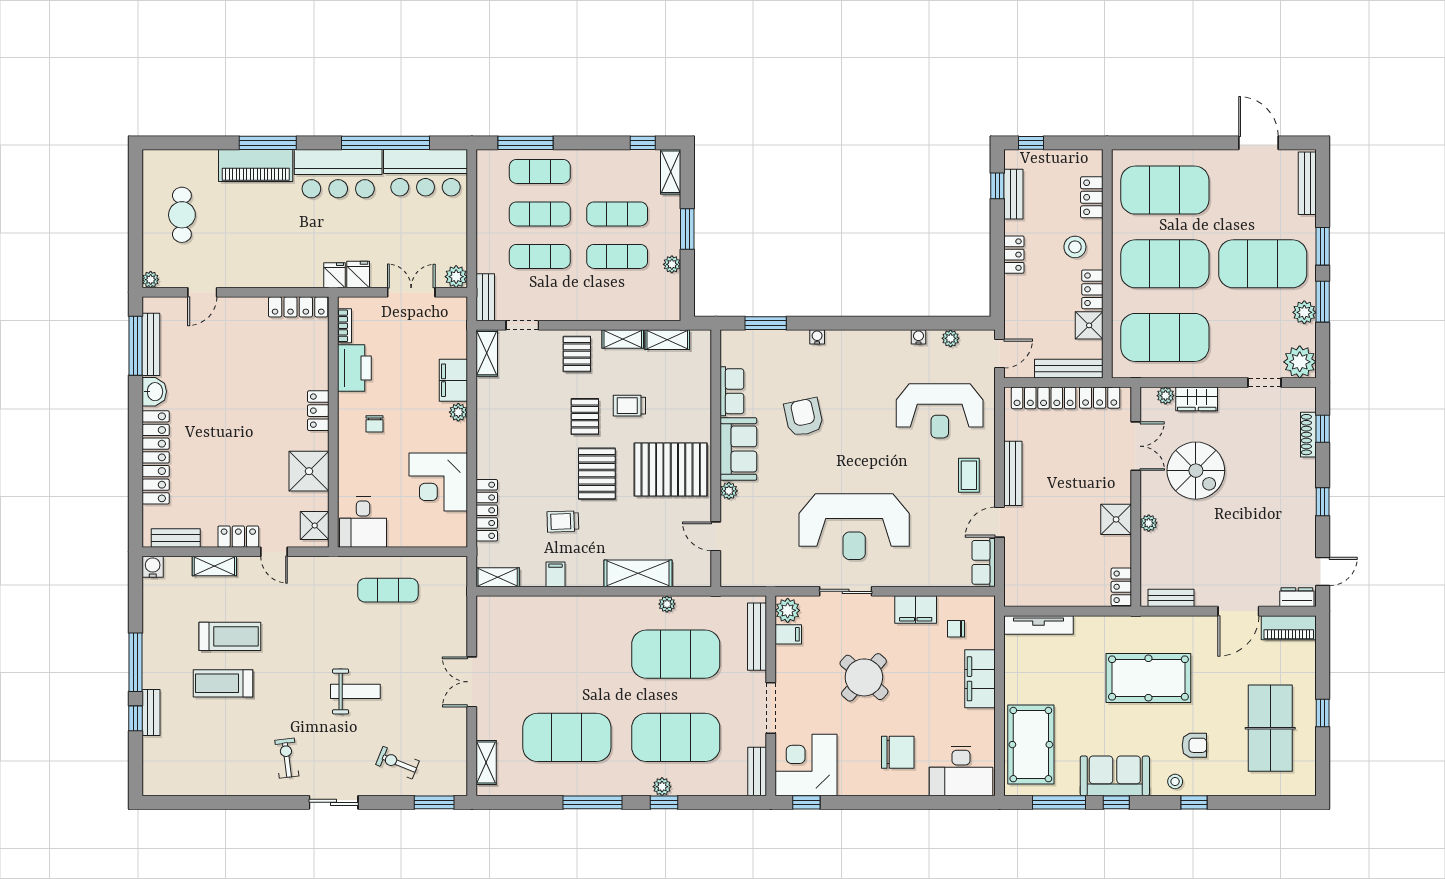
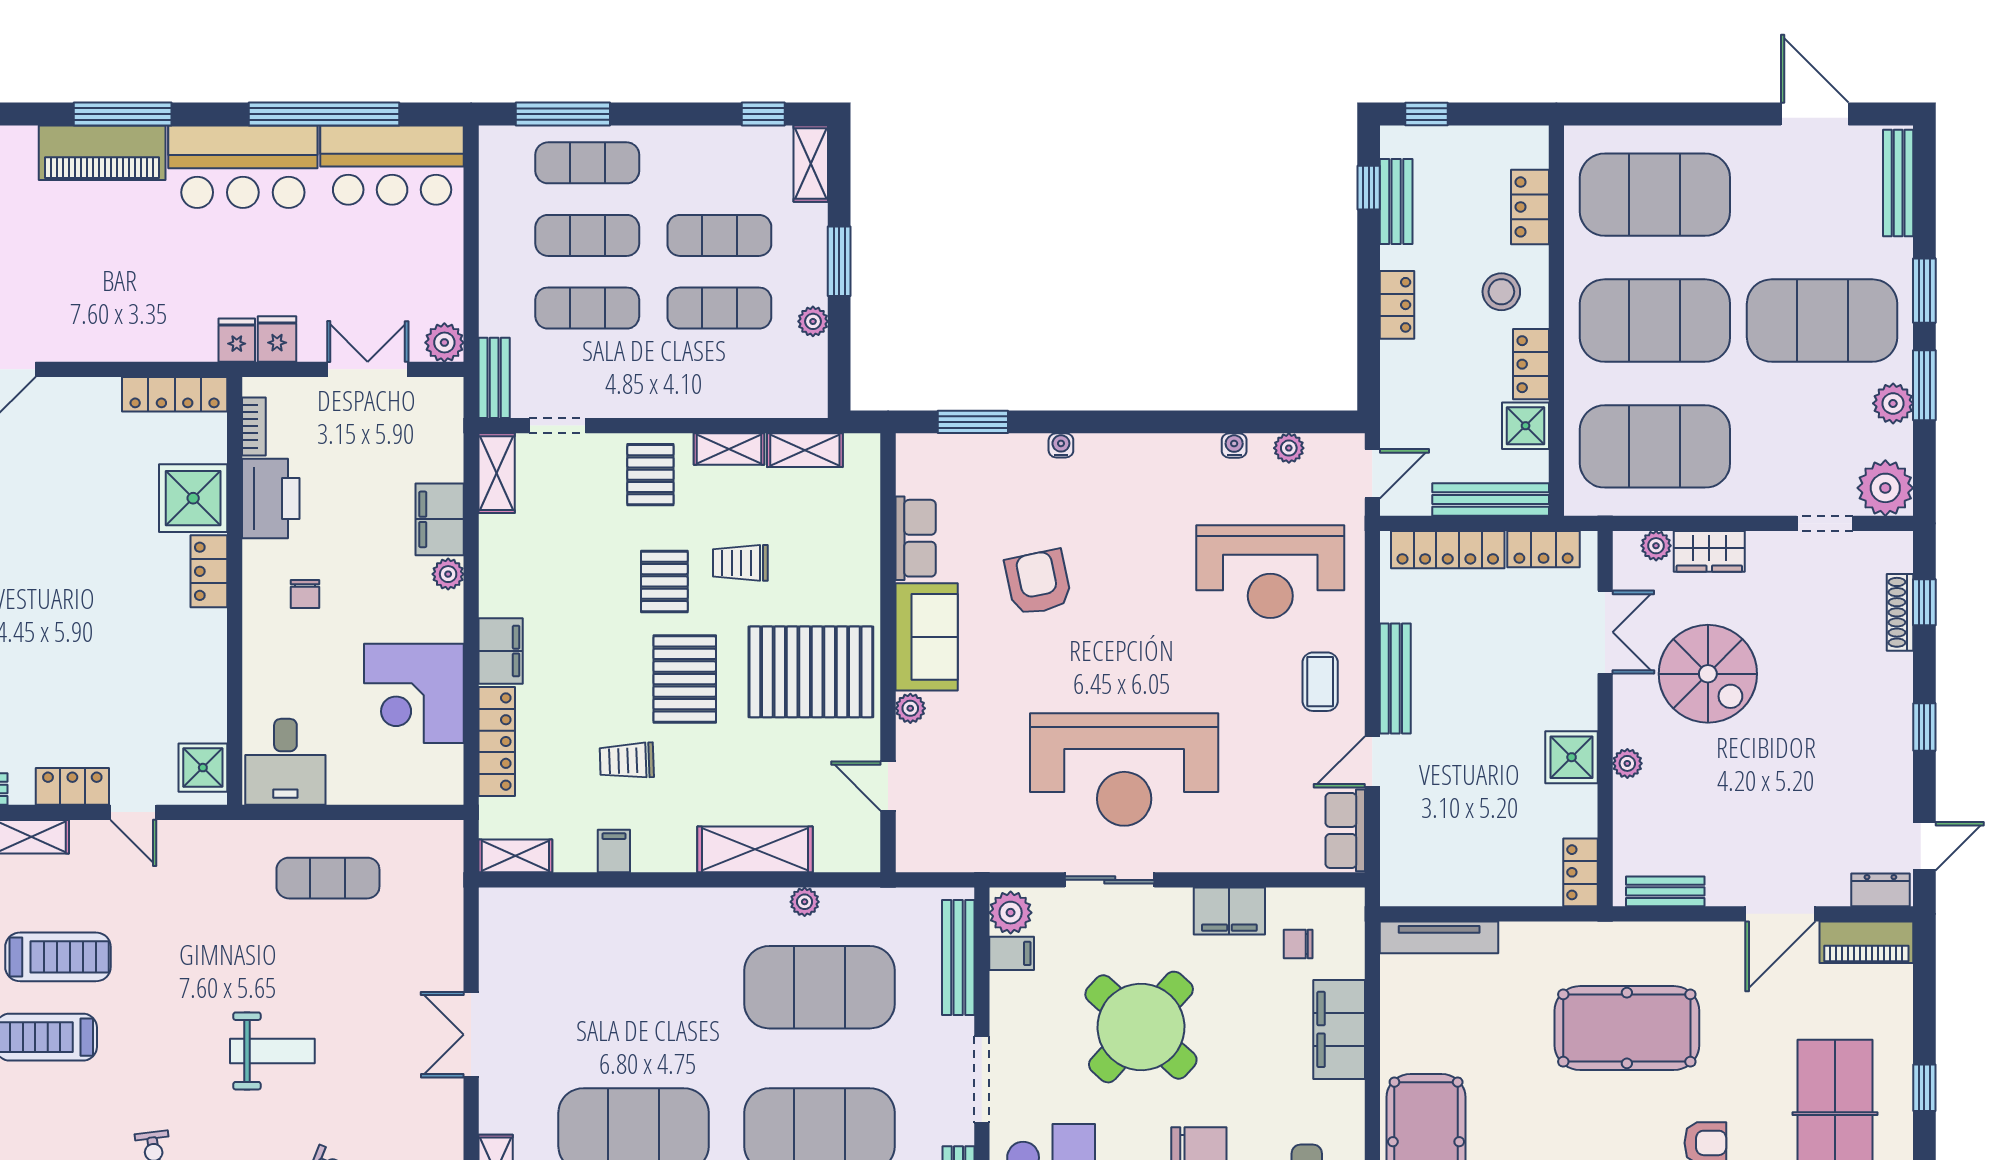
filing cabinet: (489, 457) -> (501, 651), added
shower: (309, 471) -> (193, 498), moved
round table: (864, 677) -> (1141, 1027), width x1.36, depth x1.36

